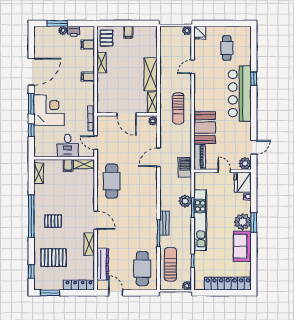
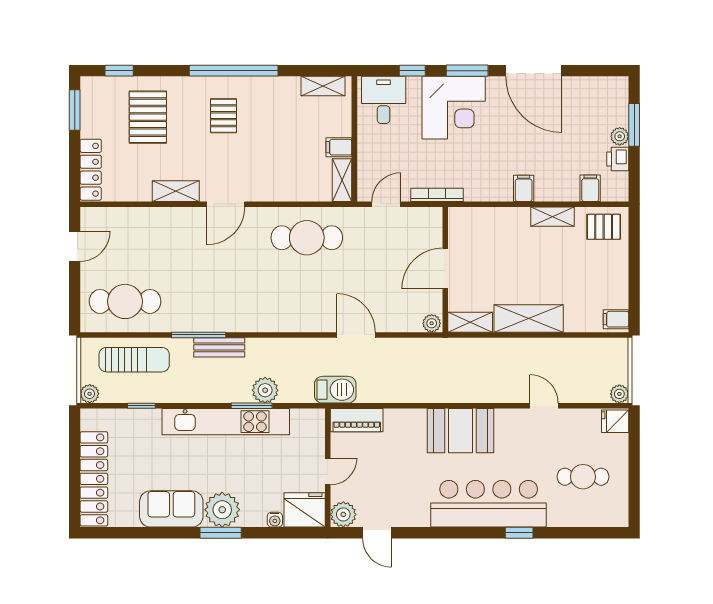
filing cabinet: (128, 32) -> (616, 319), moved
sun lounger: (178, 108) -> (458, 376), removed
booth: (205, 128) -> (461, 431), moved
desk: (68, 145) -> (384, 100), moved, turned 90
dresser: (103, 264) -> (134, 219), removed

